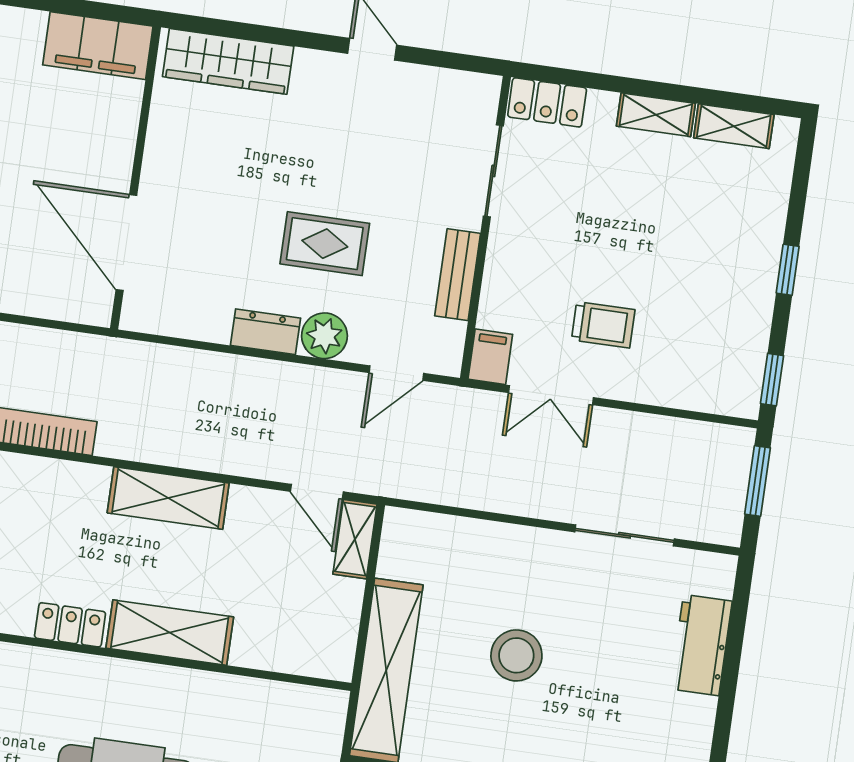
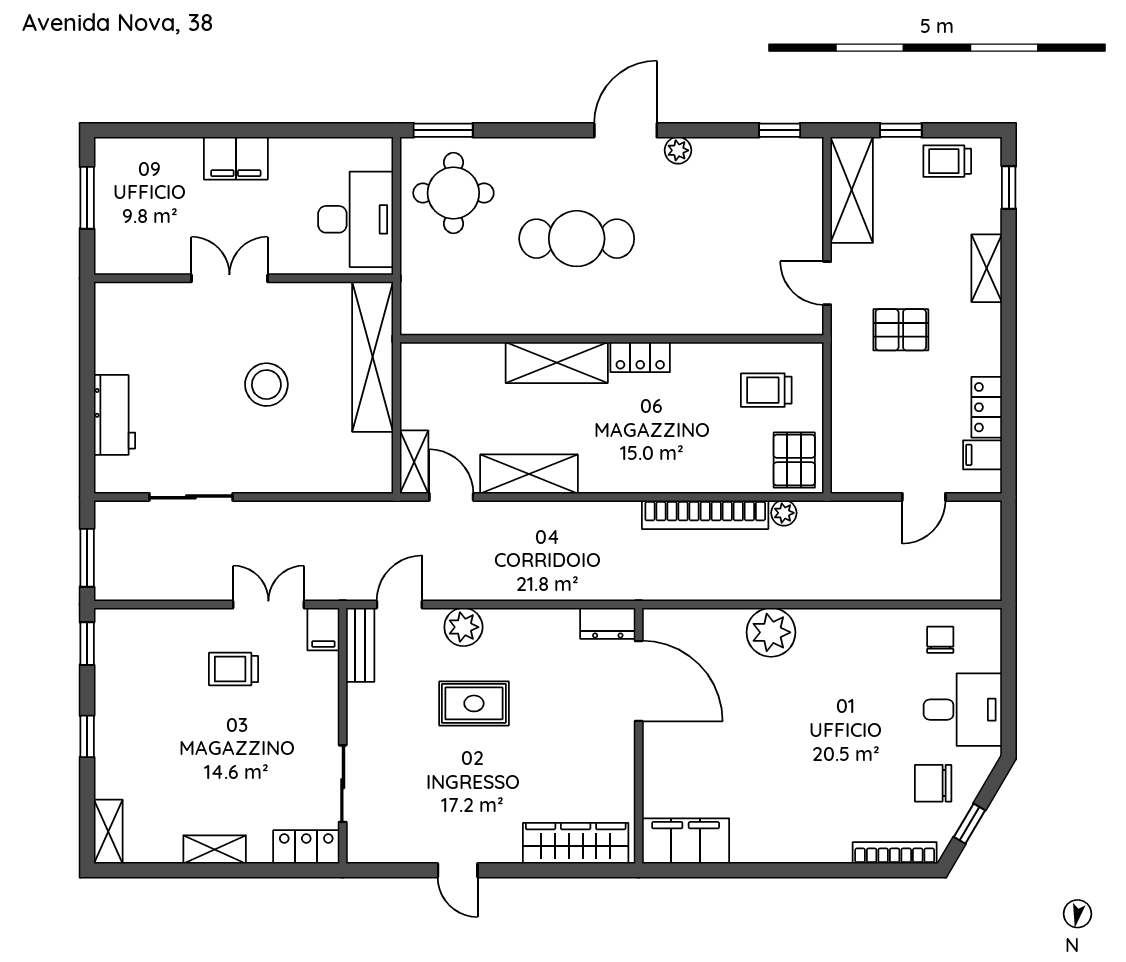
shelving: (734, 126) -> (108, 832), moved, turned 90
bench: (458, 275) -> (360, 645), moved
dresser: (266, 332) -> (608, 623), moved
shelving: (168, 498) -> (529, 474), moved

